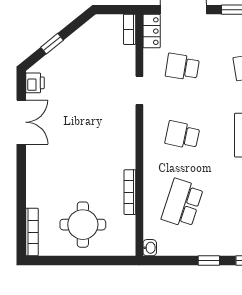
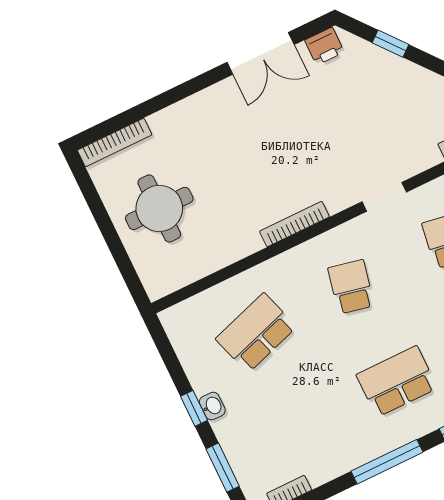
bookcase: (130, 192) -> (294, 224), moved
school desk: (182, 203) -> (256, 333), turned -36
washbasin: (150, 248) -> (212, 406), moved, turned -90

